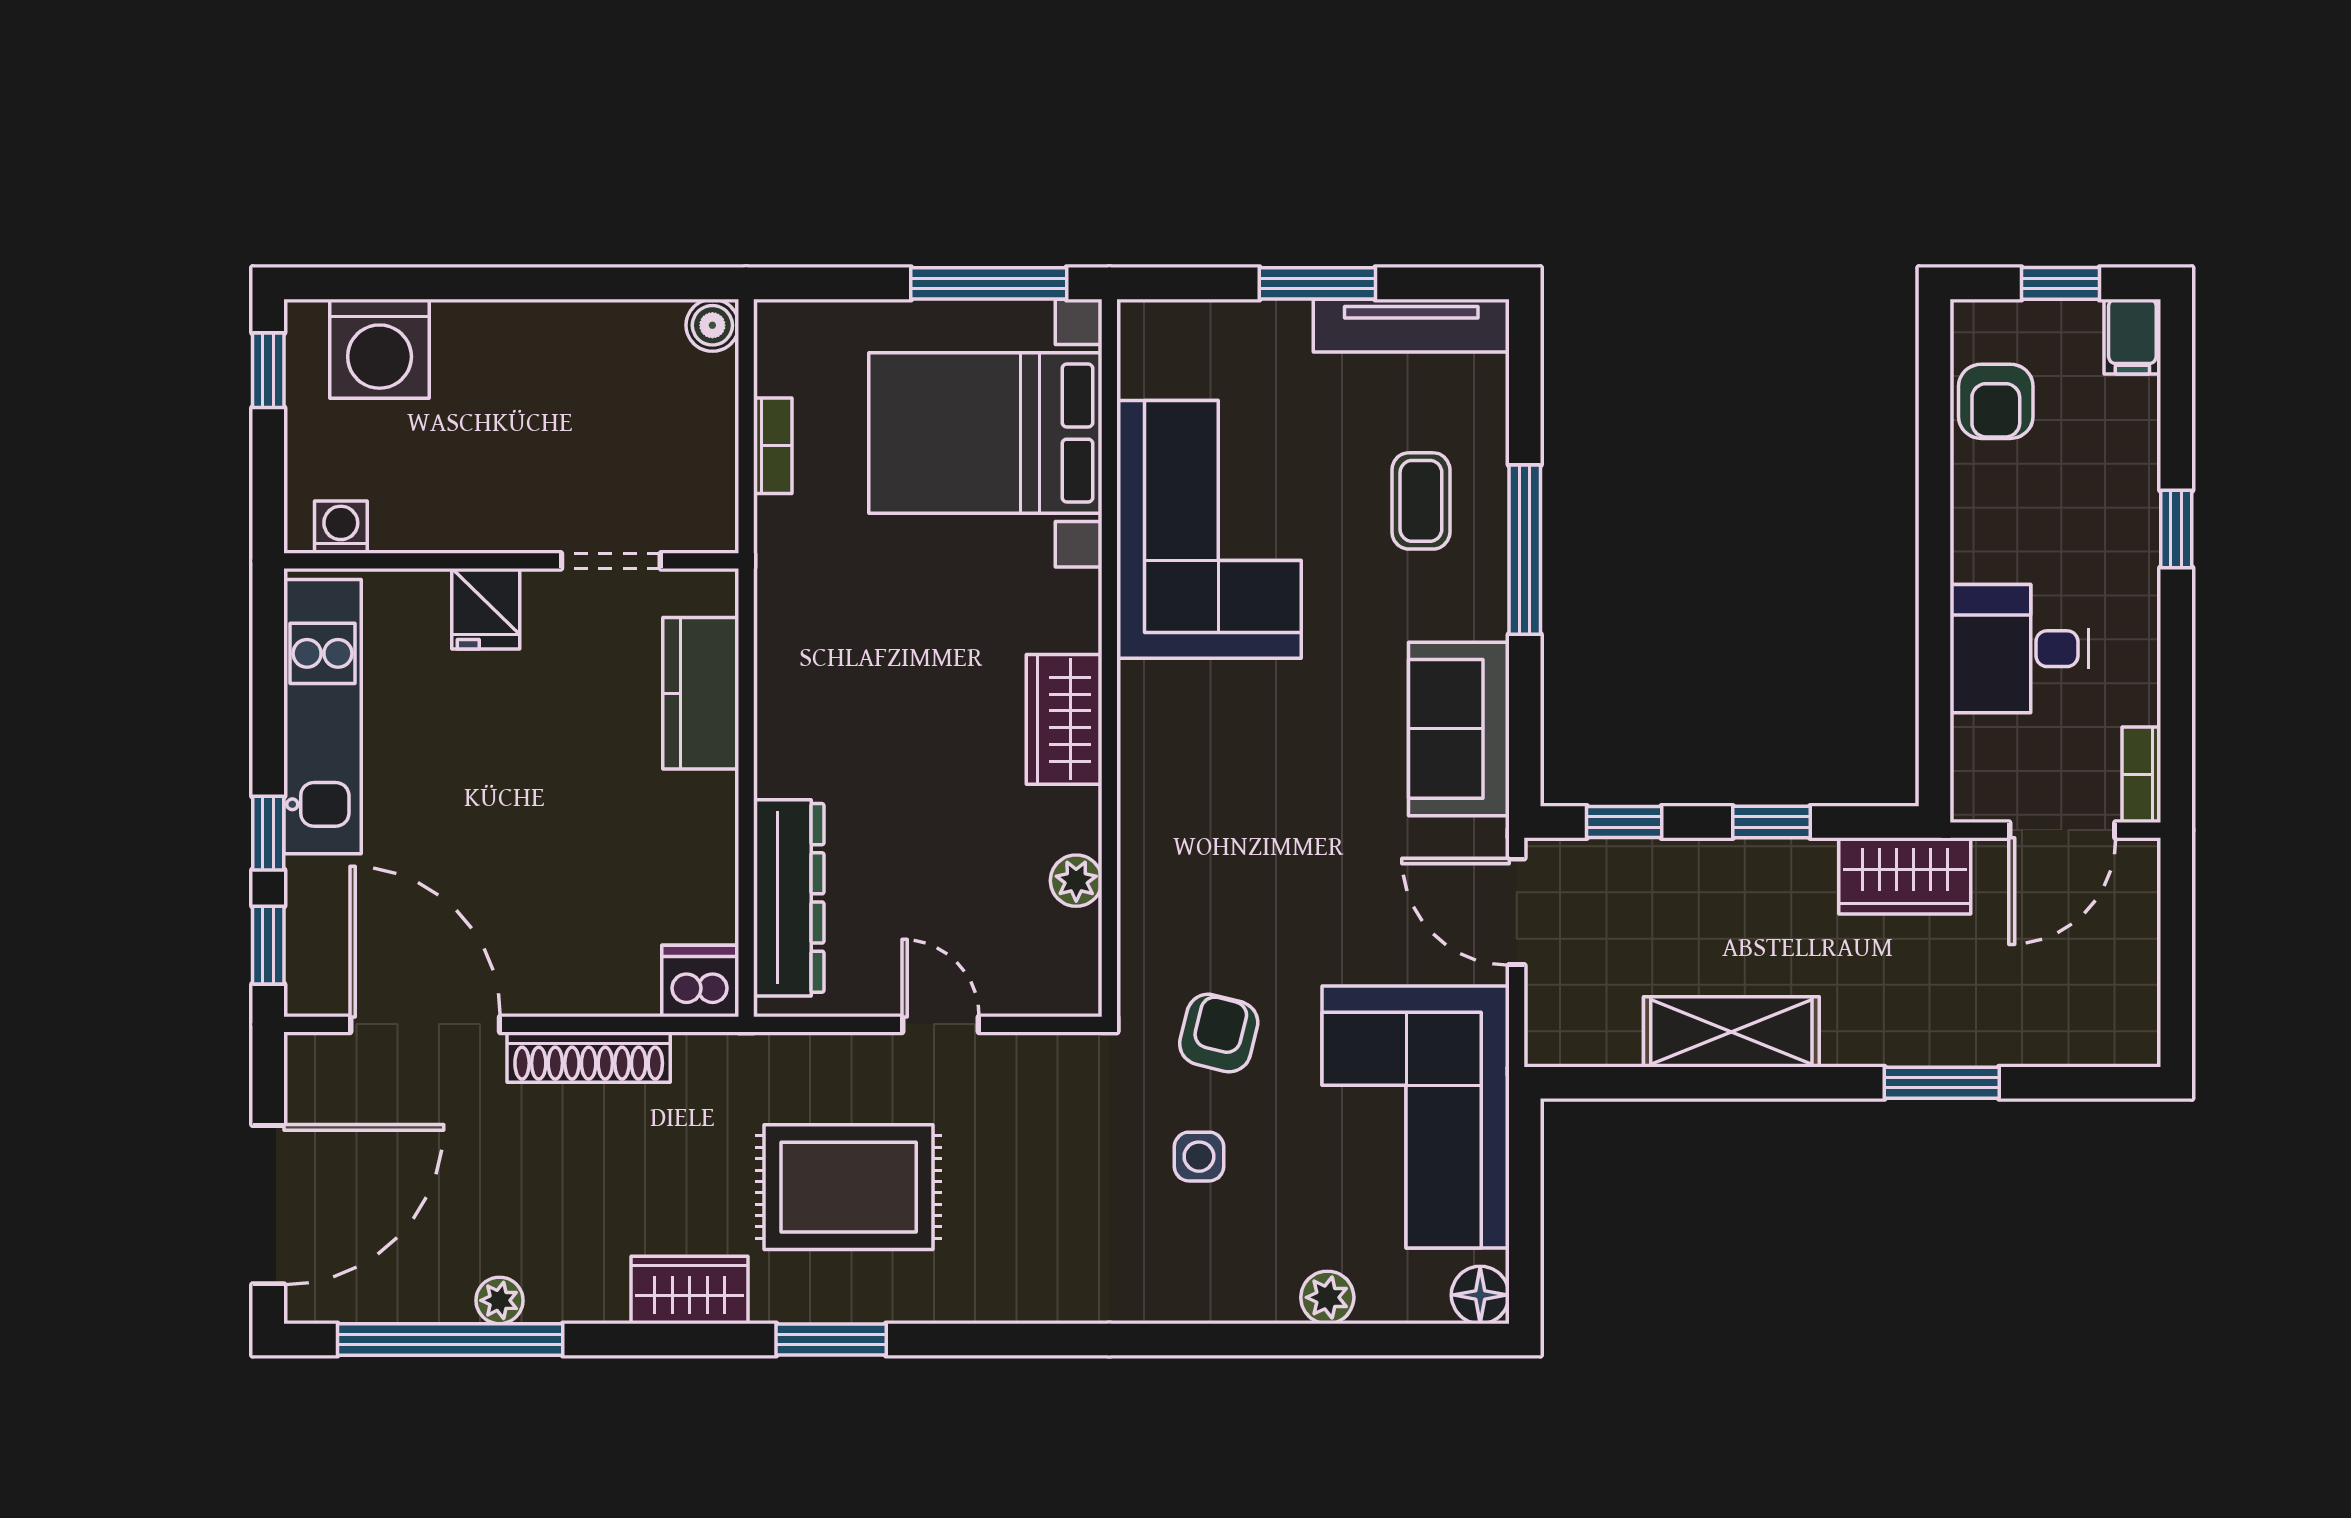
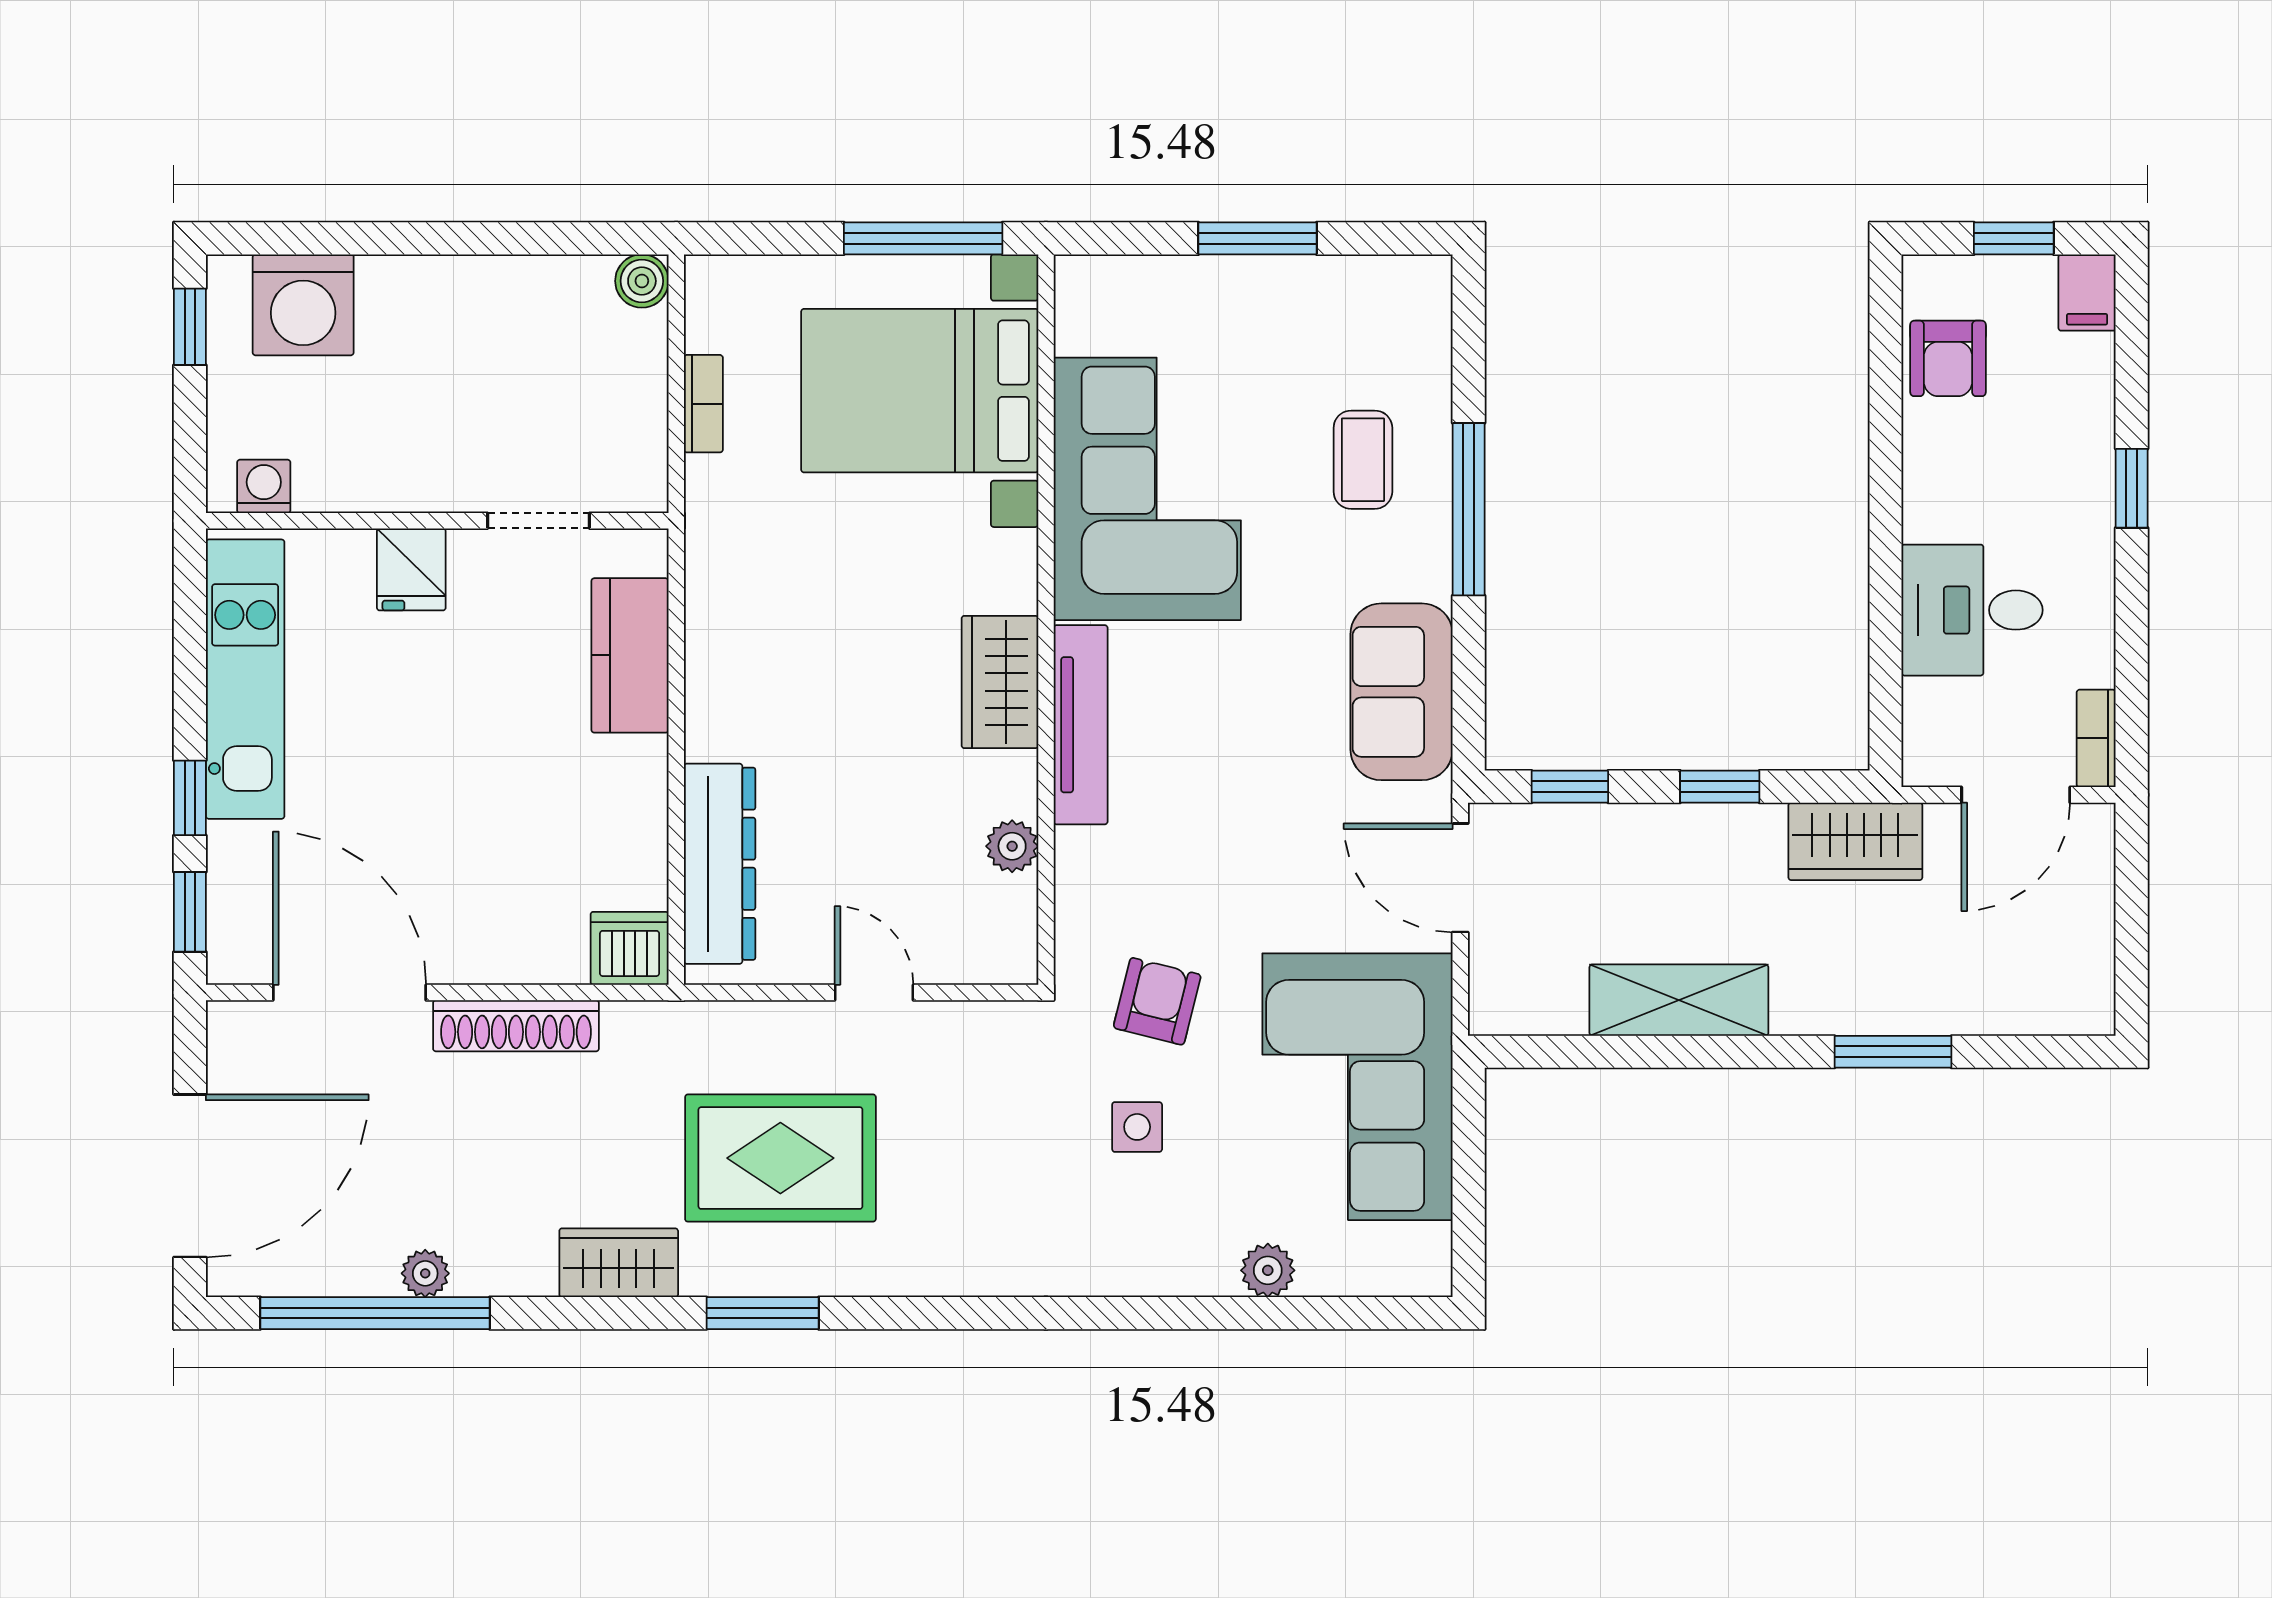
tv unit: (1411, 326) -> (1081, 725), moved, turned -90
floor lamp: (1480, 1295) -> (1423, 1268), removed

